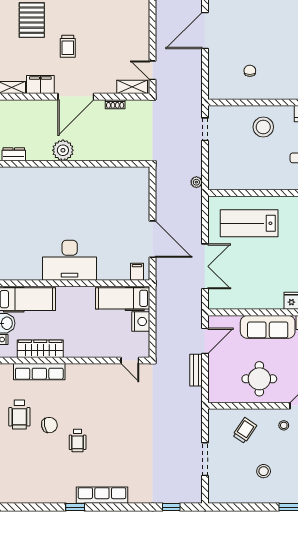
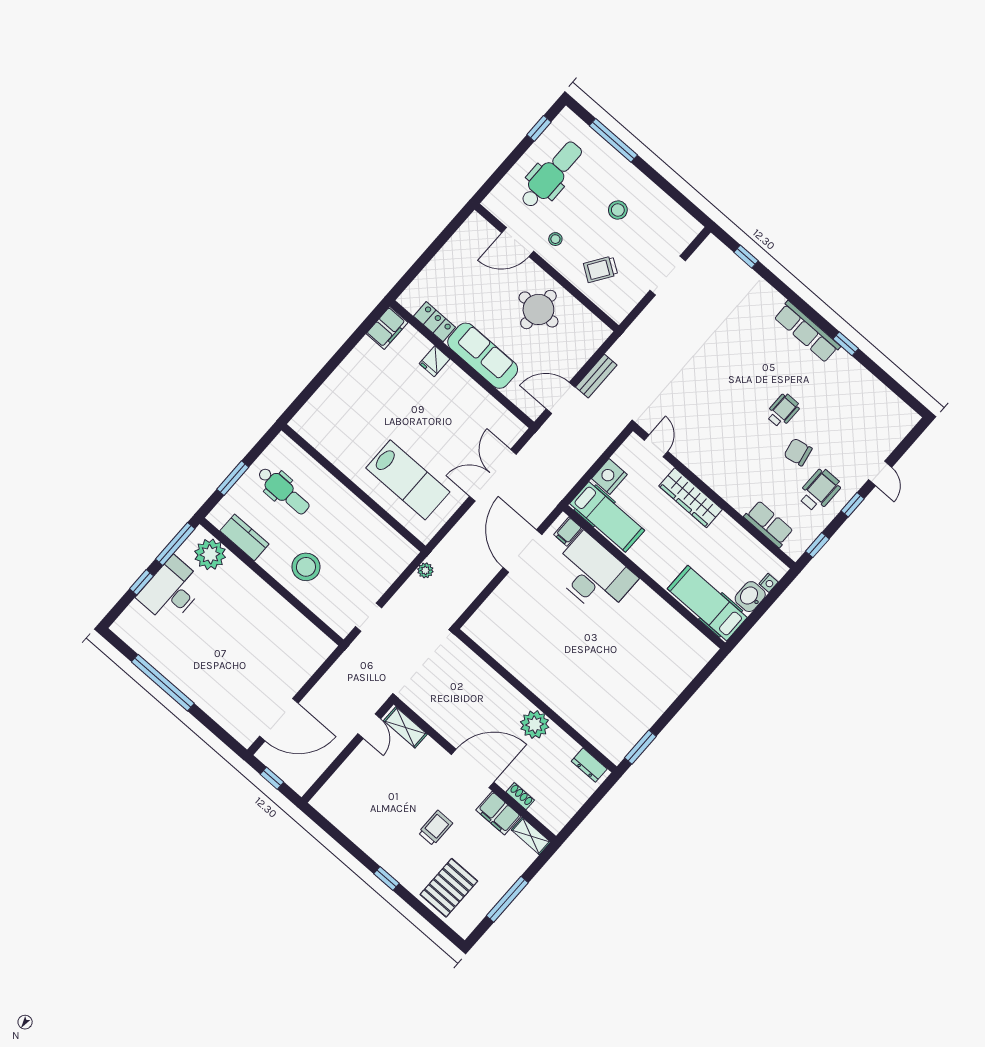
chair: (250, 71) -> (269, 637), removed
shoe rack: (115, 104) -> (520, 796), moved
desk: (70, 260) -> (593, 575), moved
wardrobe: (40, 349) -> (691, 498), moved
row of seats: (39, 372) -> (769, 524), width x0.68

